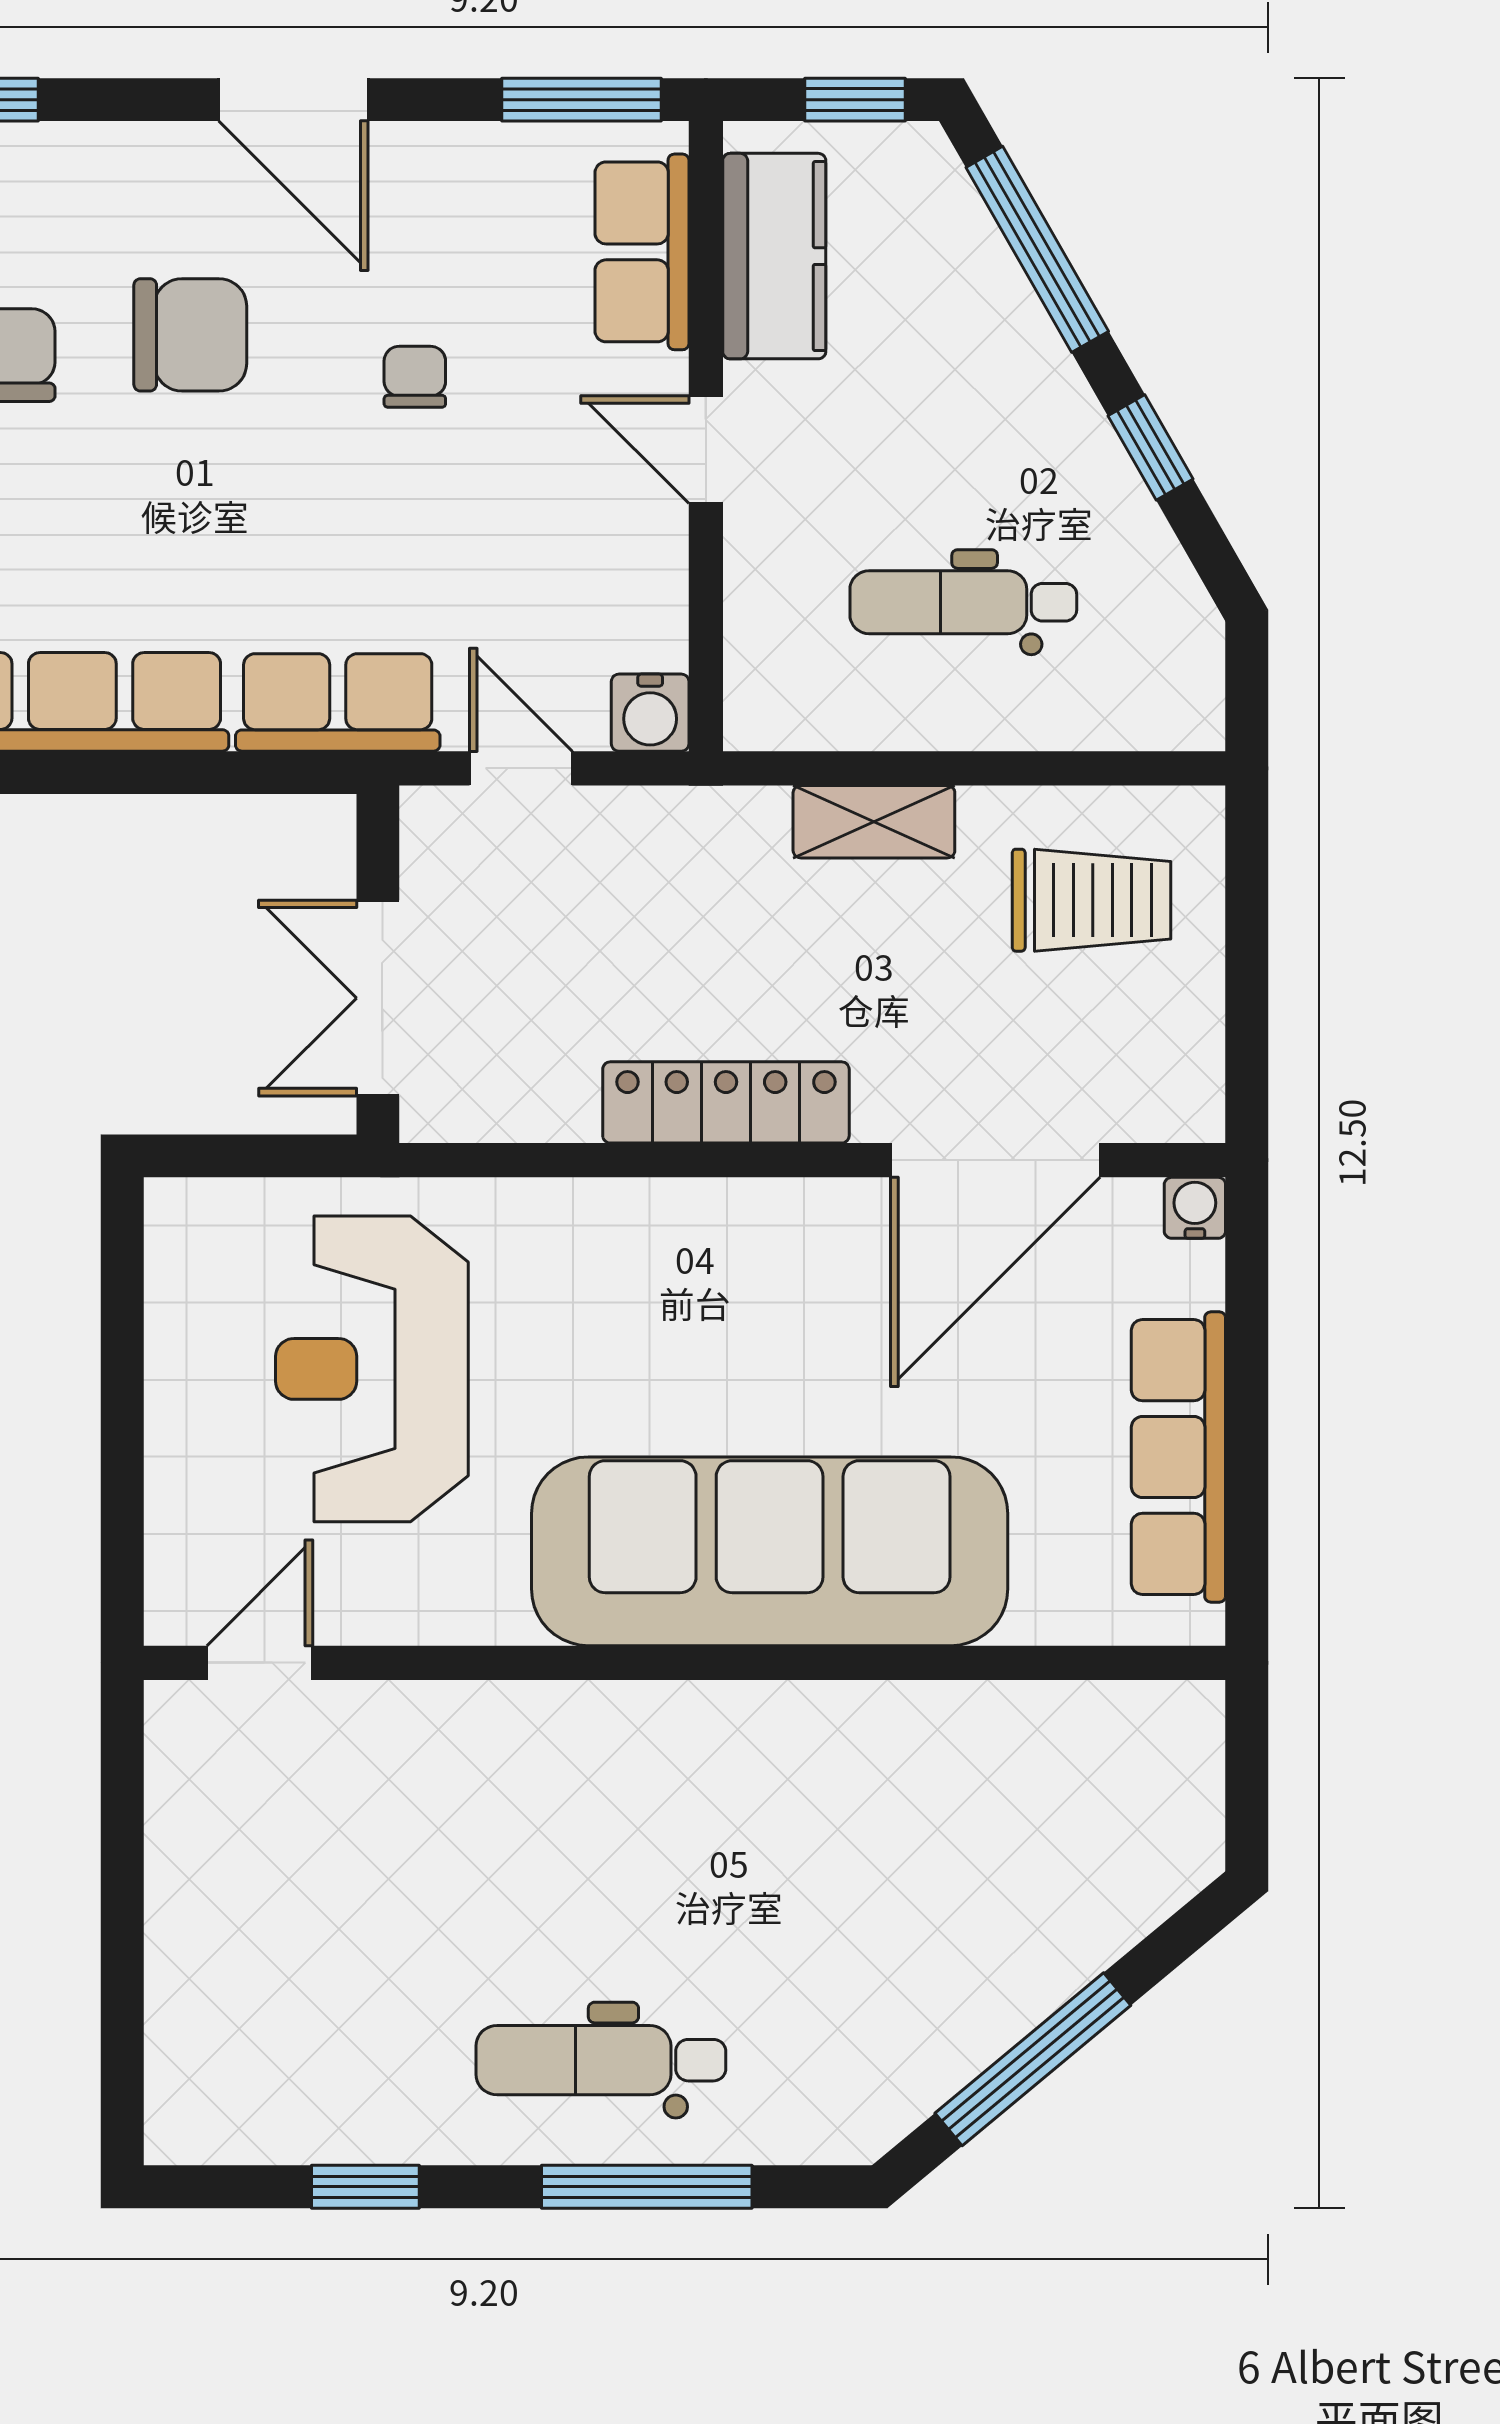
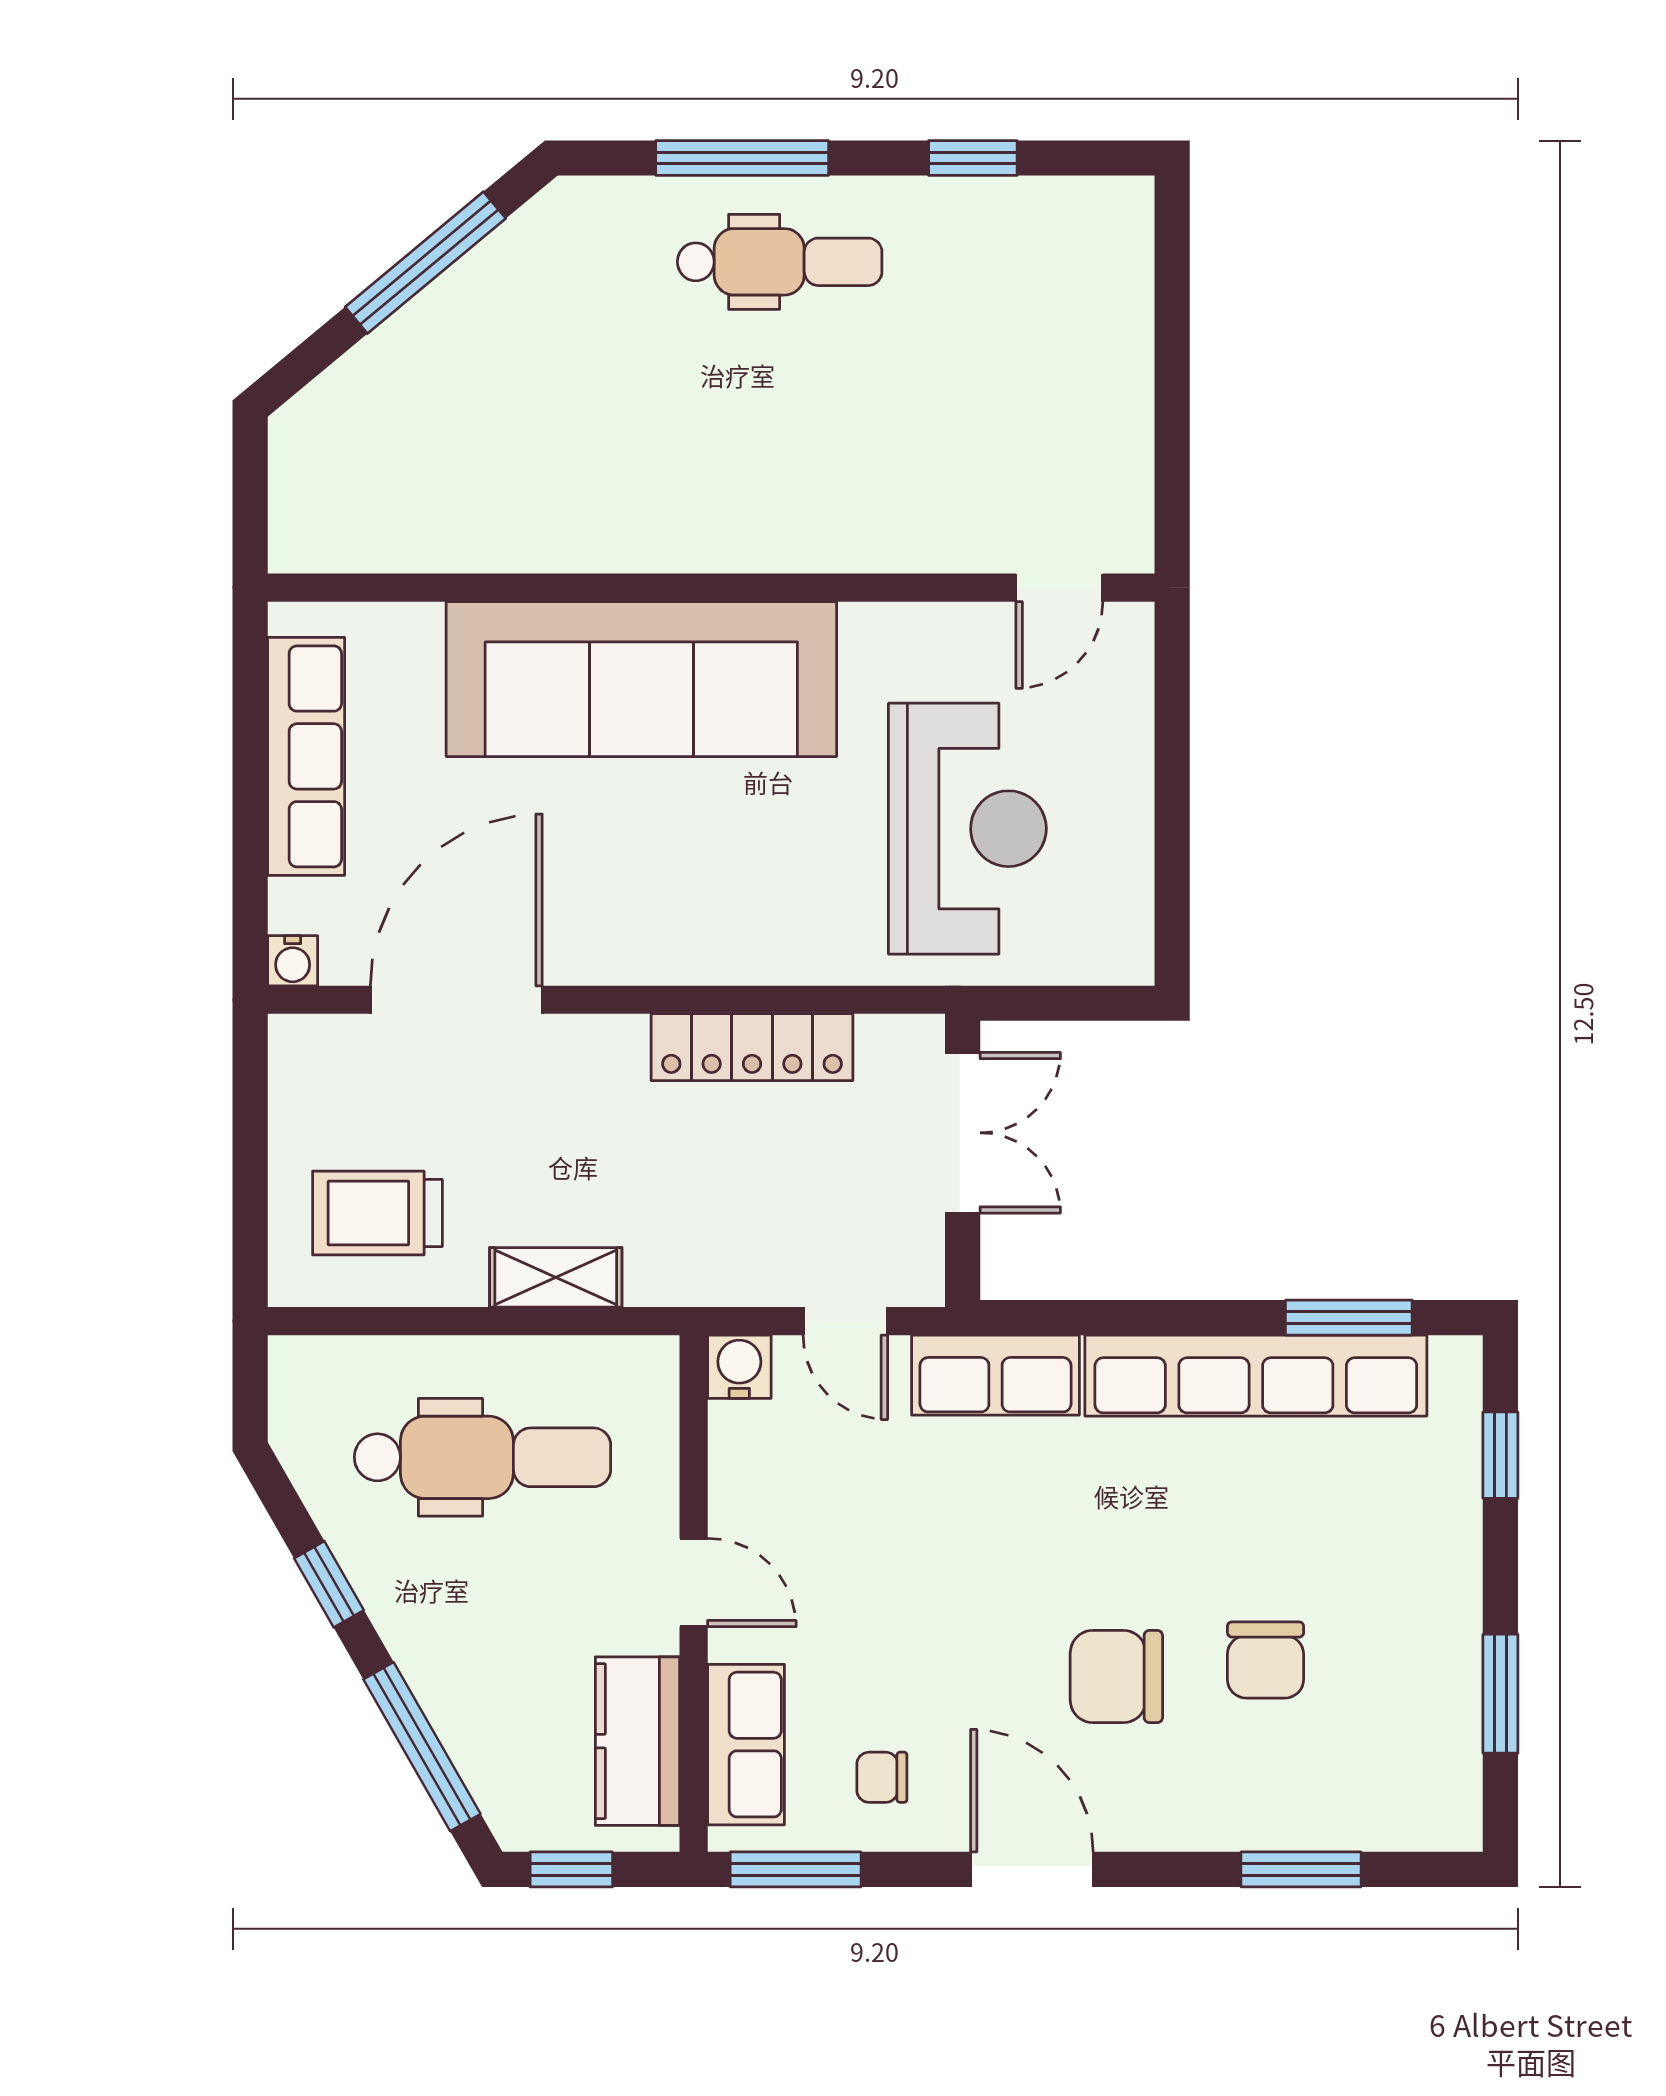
chair: (415, 377) -> (882, 1777), moved, turned 90
dental chair: (963, 602) -> (483, 1457), width x1.36, depth x1.38
locker: (726, 1102) -> (752, 1047), moved

